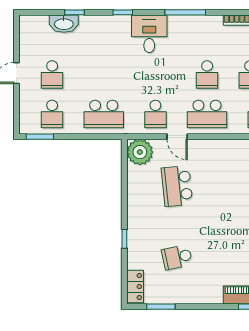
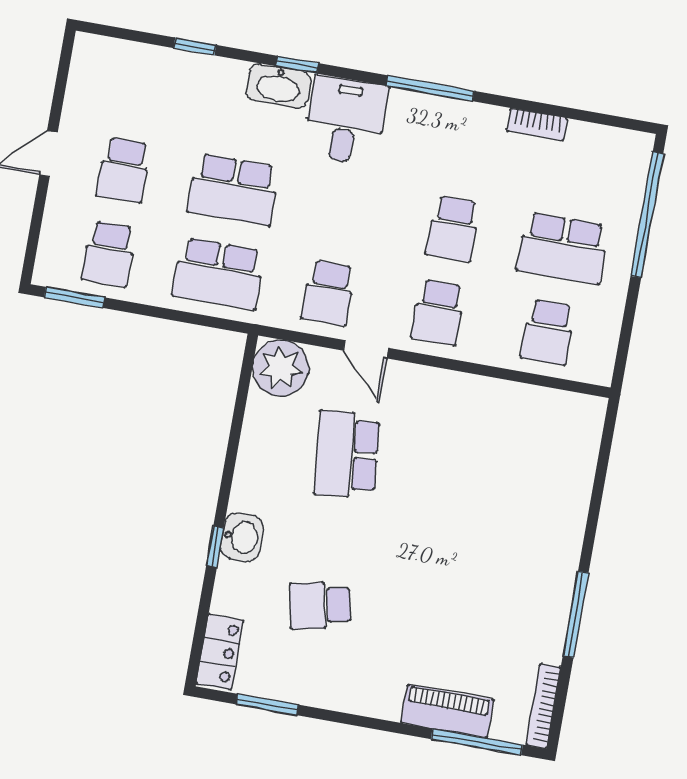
washbasin: (64, 24) -> (279, 86), moved
school desk: (104, 74) -> (233, 190), added
school desk: (207, 114) -> (438, 313), width x0.54
washbasin: (136, 232) -> (242, 537), added

